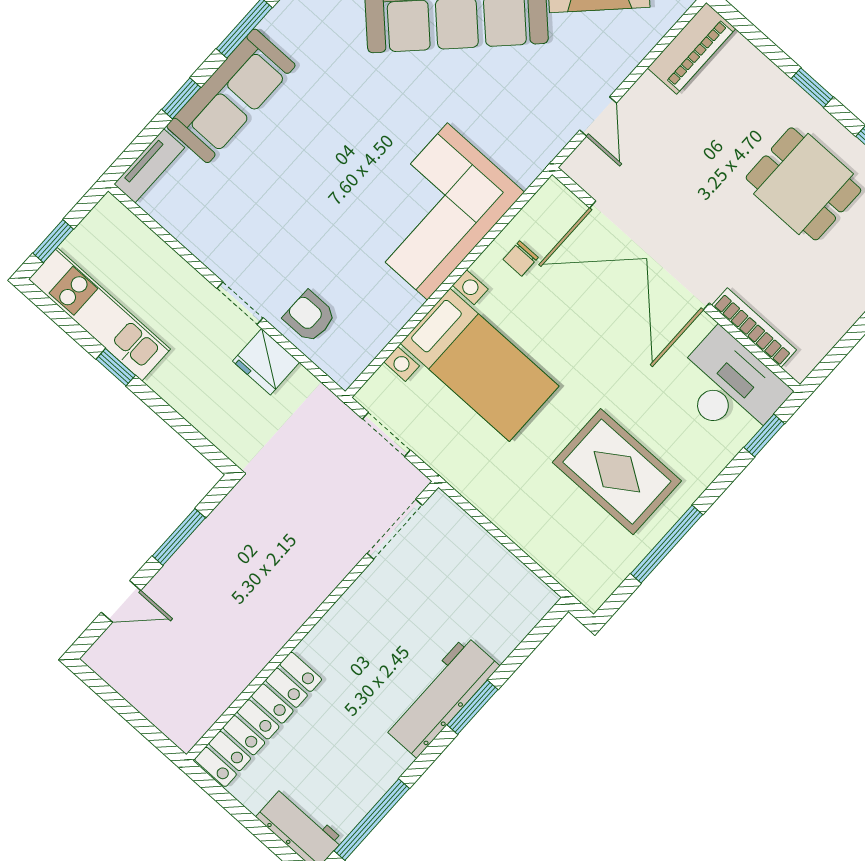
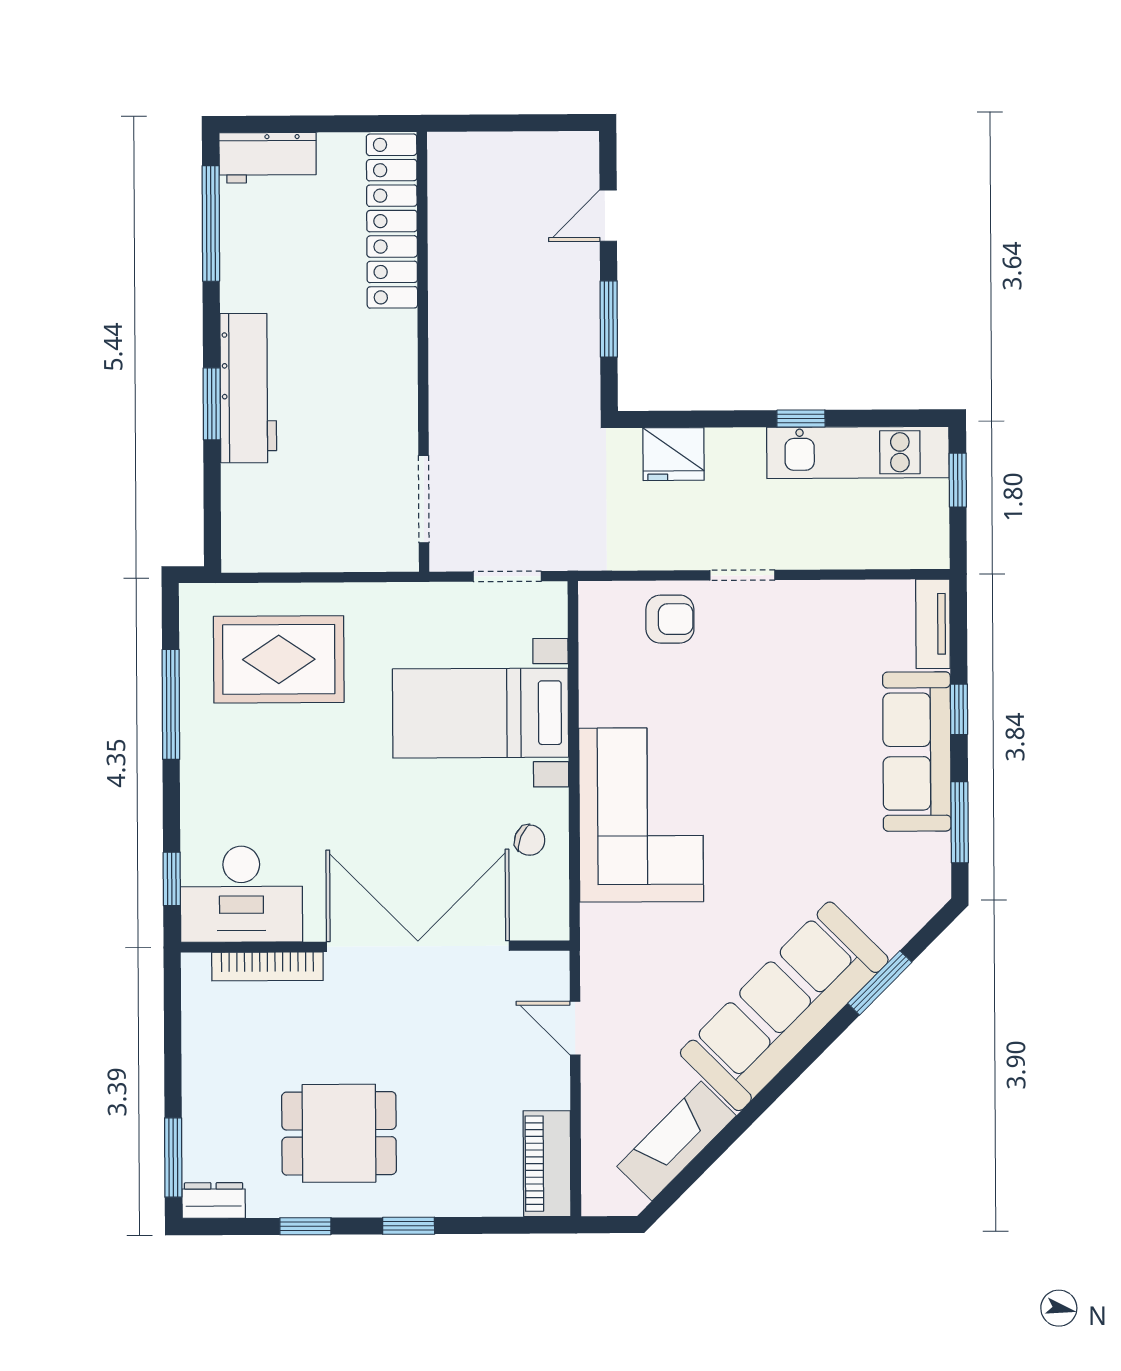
chair: (521, 258) -> (530, 840), turned 113
fridge: (266, 362) -> (674, 454), moved, turned 180
rug: (617, 472) -> (279, 659), moved

